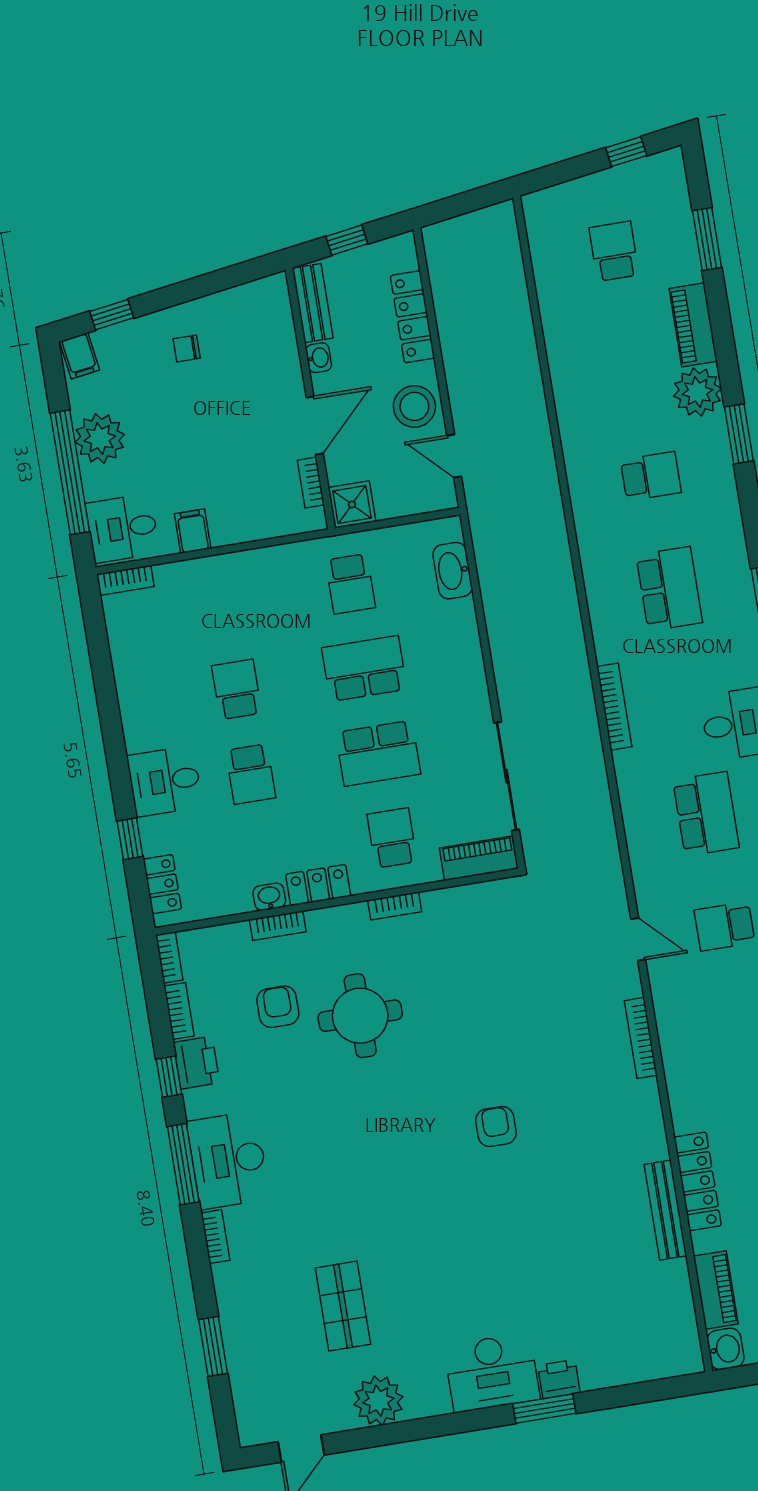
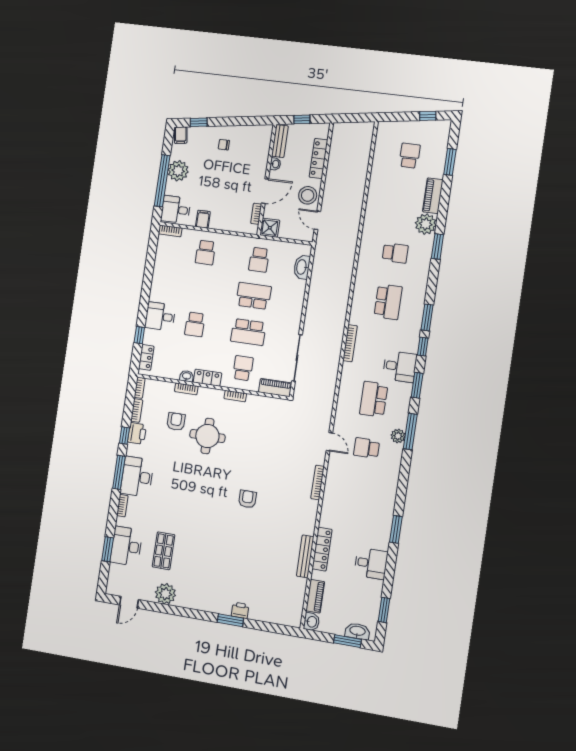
school desk: (237, 689) -> (206, 253), moved, turned 180
school desk: (706, 814) -> (374, 399), turned 180
desk: (492, 1373) -> (126, 546), moved, turned 90

